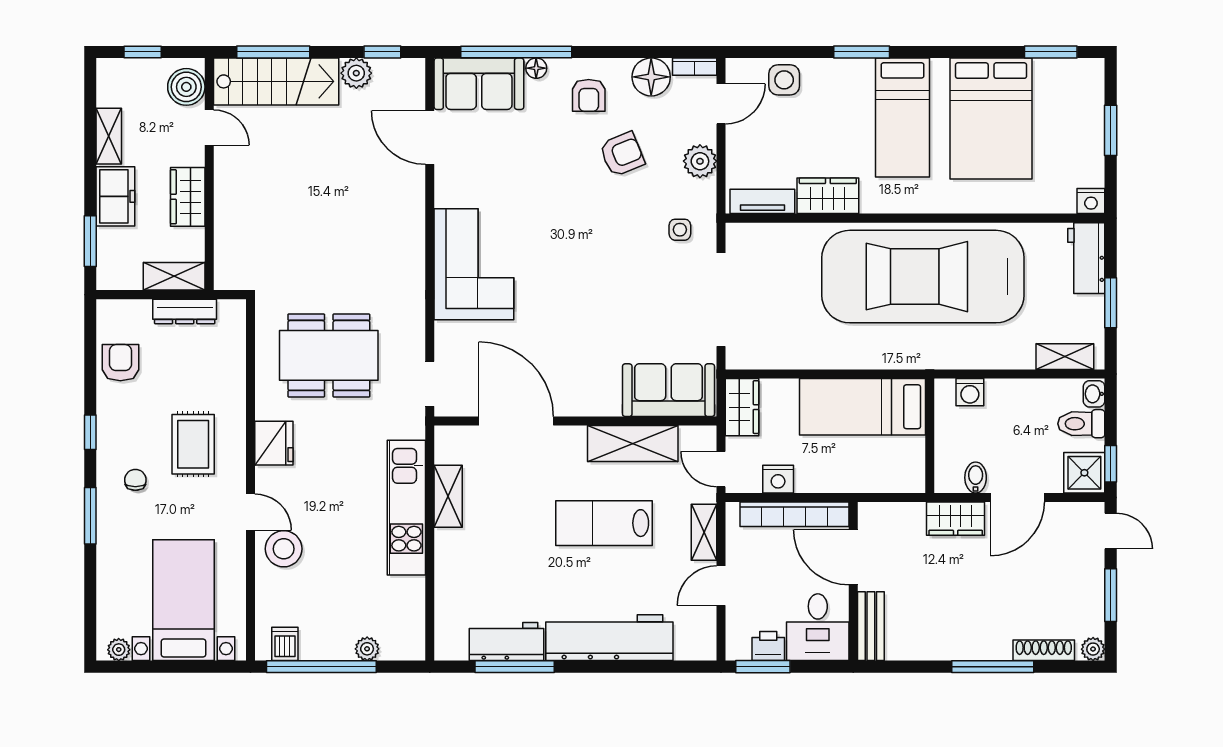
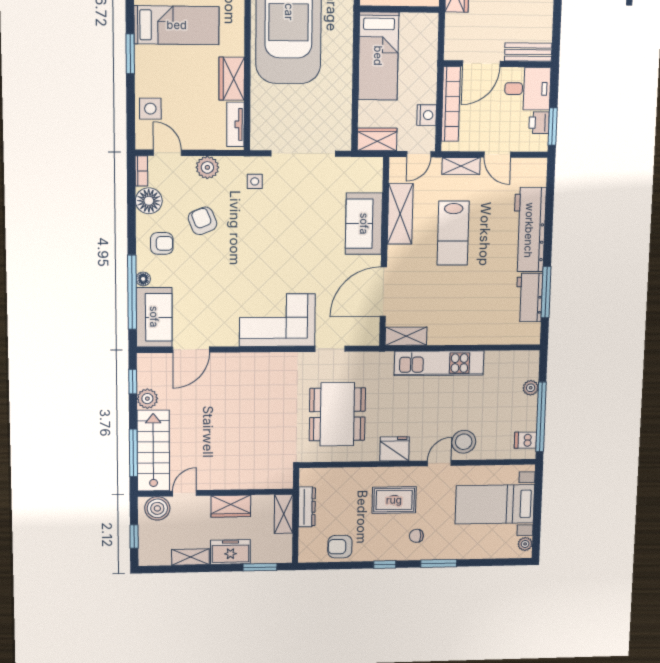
doorway: (430, 384) -> (330, 349), moved
sofa: (668, 390) -> (364, 224), moved
shelving: (448, 496) -> (406, 336), moved

